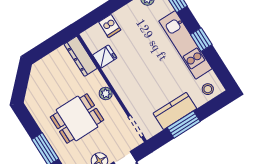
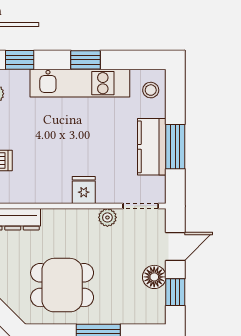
fridge: (105, 57) -> (84, 190), moved
plant: (106, 93) -> (107, 217), moved
dining table: (77, 118) -> (62, 285), moved, turned 90

